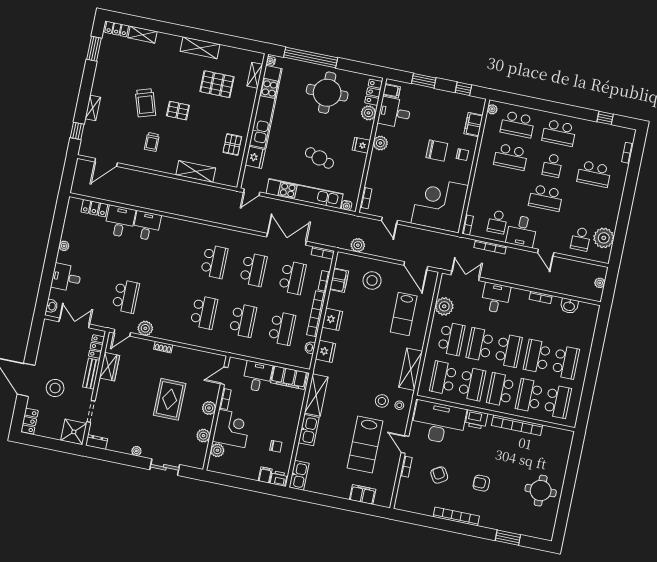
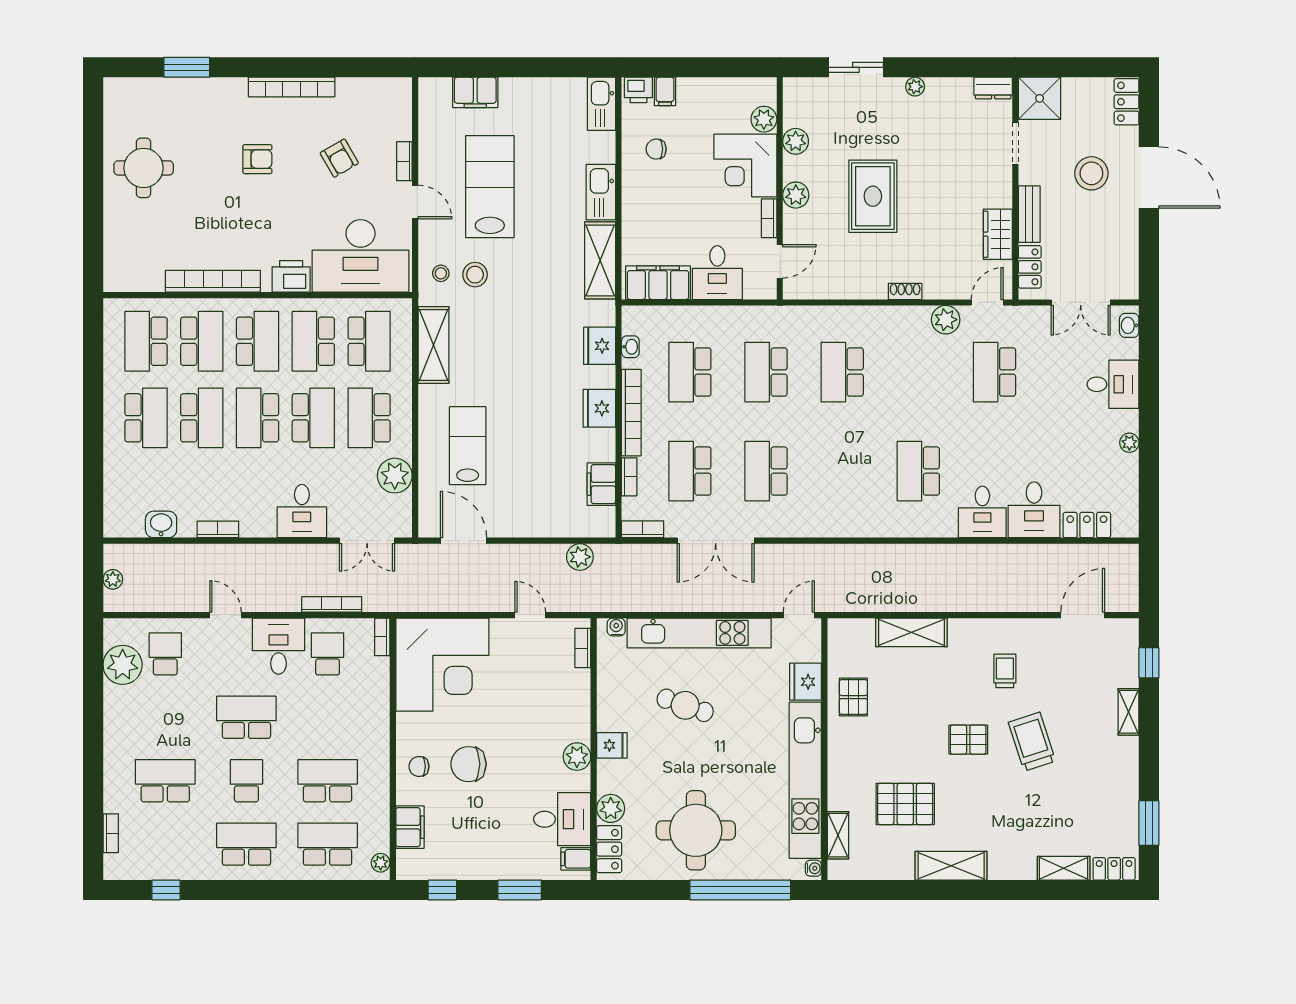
school desk: (214, 262) -> (918, 471), moved
stool: (372, 280) -> (540, 496), removed
school desk: (566, 362) -> (146, 418), turned 180

